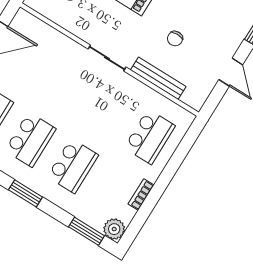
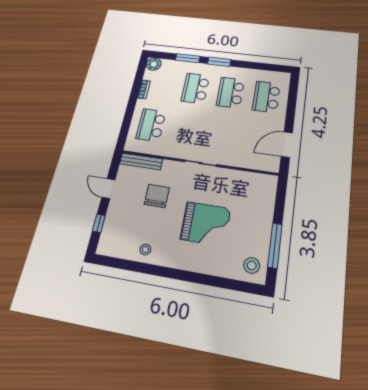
chair: (175, 38) -> (157, 196), width x1.87, depth x1.87
bench: (158, 78) -> (141, 161), moved
window: (87, 231) -> (188, 58), moved

